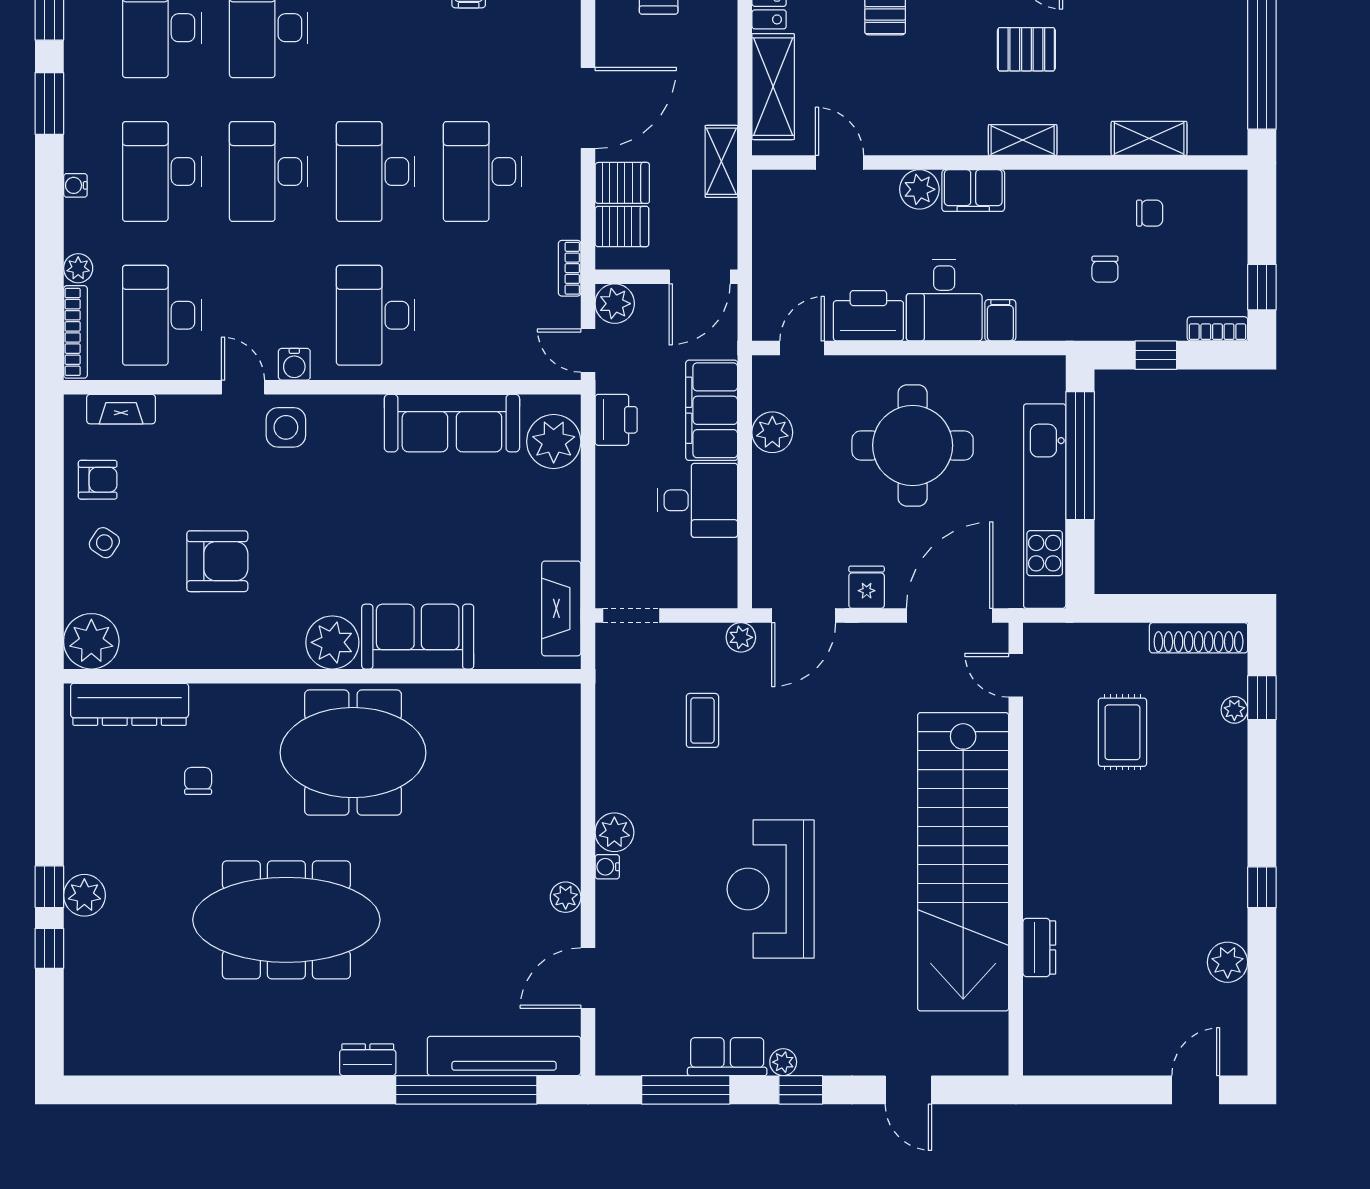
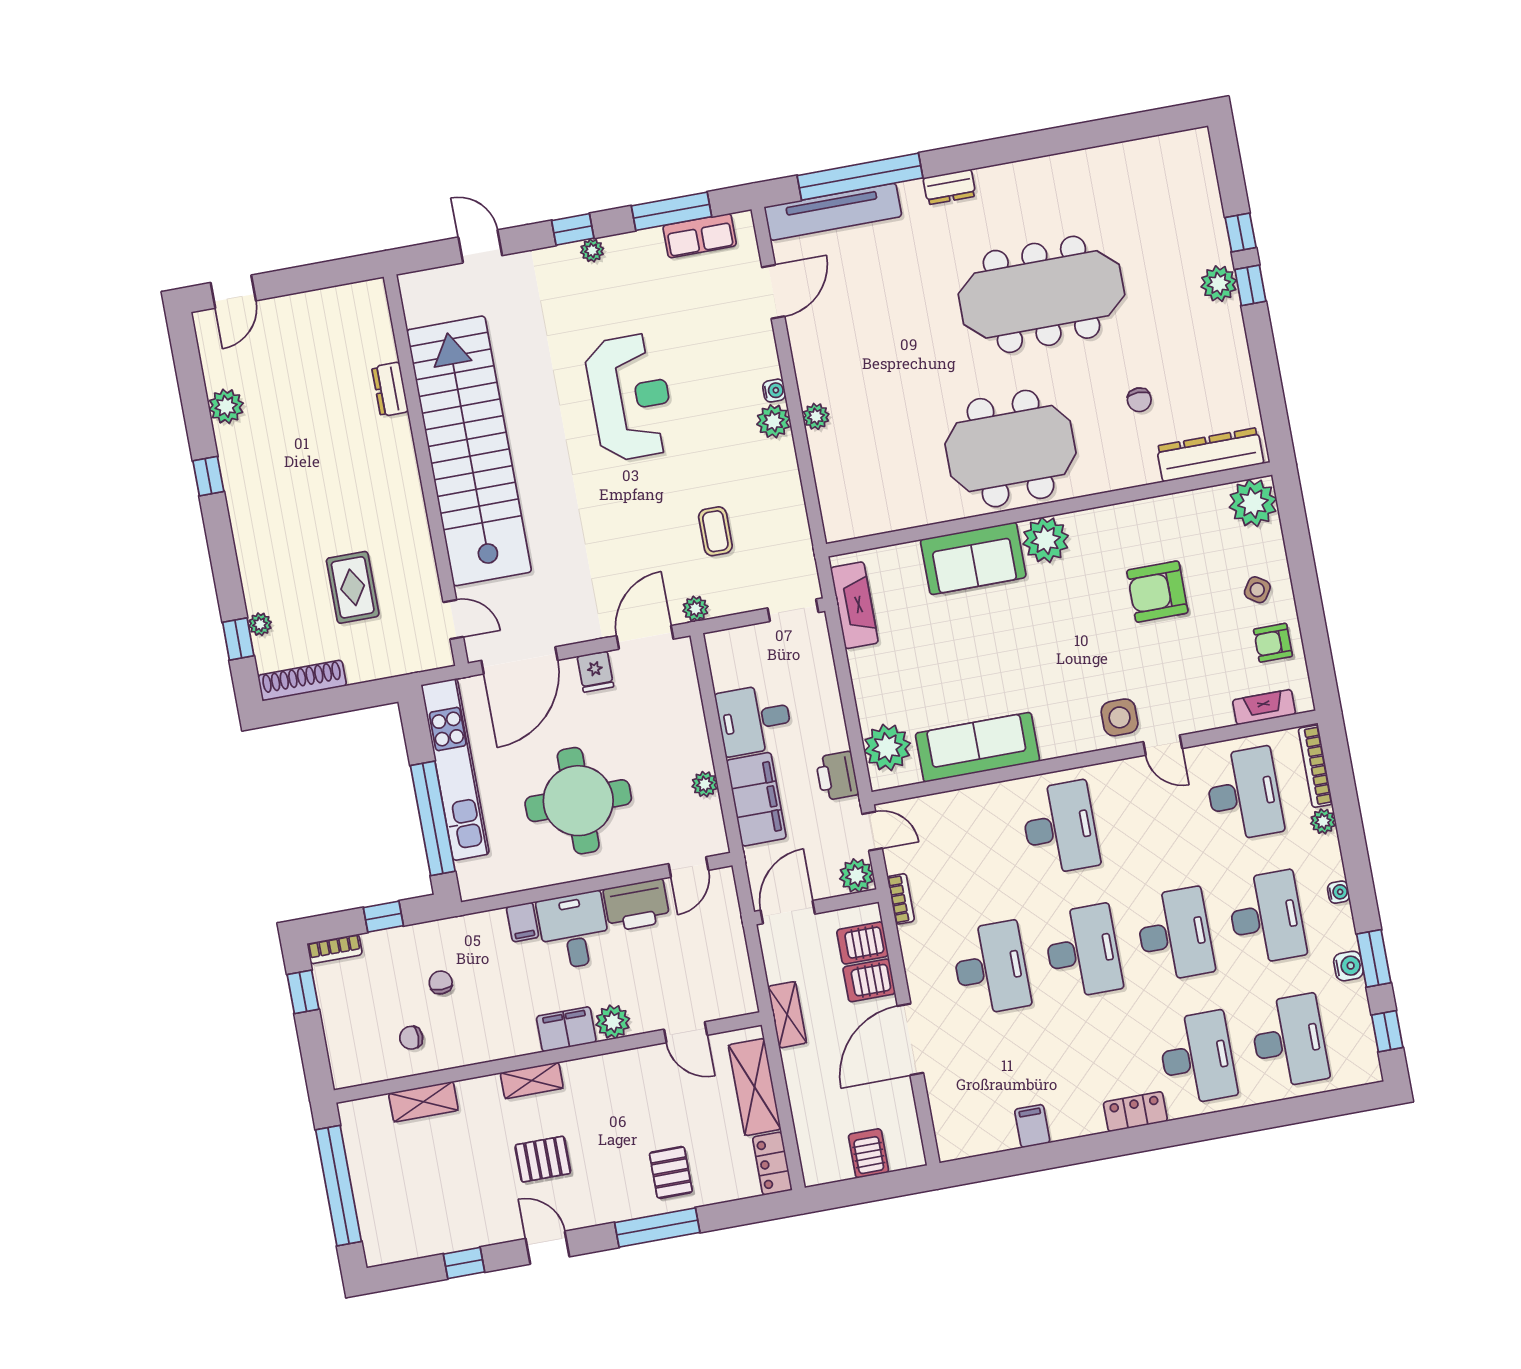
water cooler: (294, 364) -> (1348, 966), moved, turned 90
plant: (772, 432) -> (705, 784), width x0.73, depth x0.73
plant: (566, 897) -> (816, 416), moved
row of seats: (727, 1057) -> (700, 236), moved

